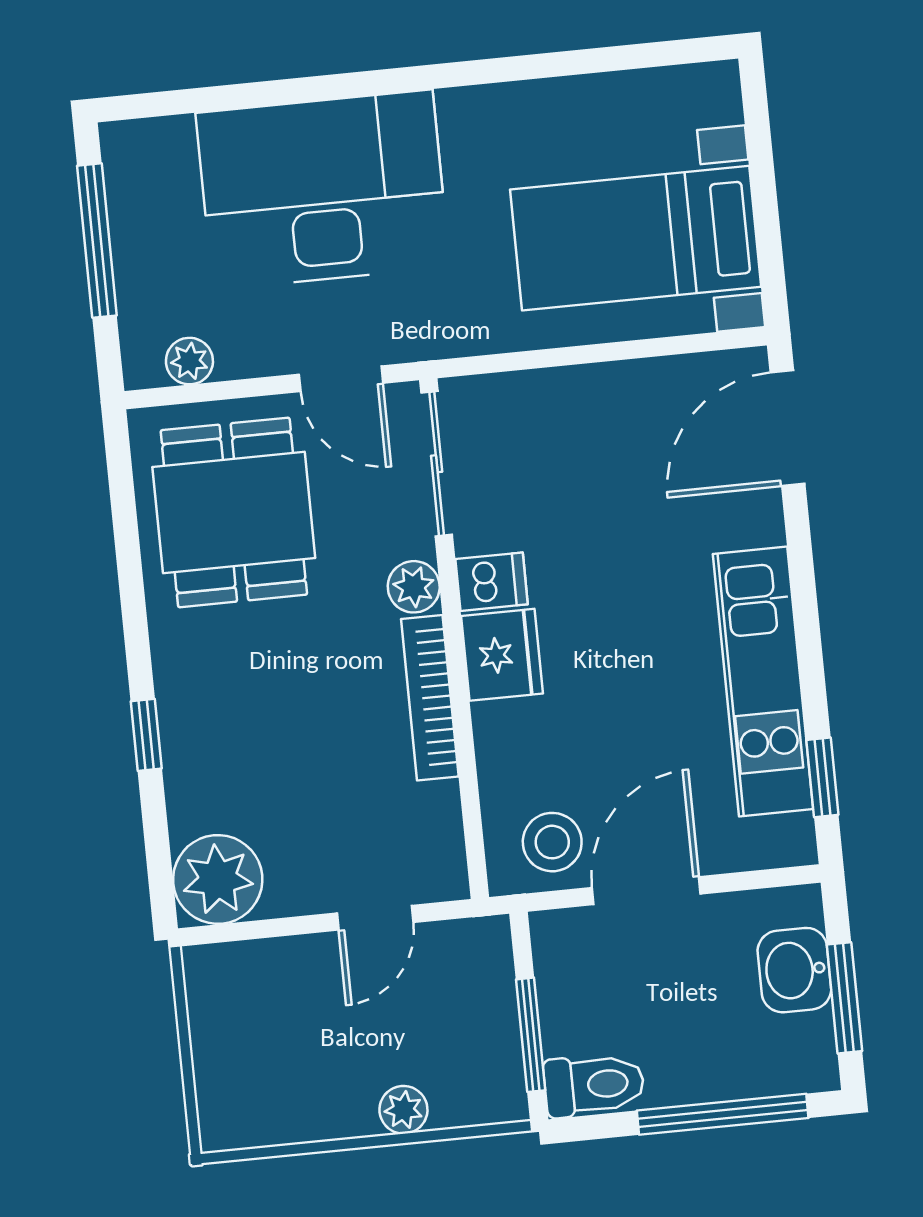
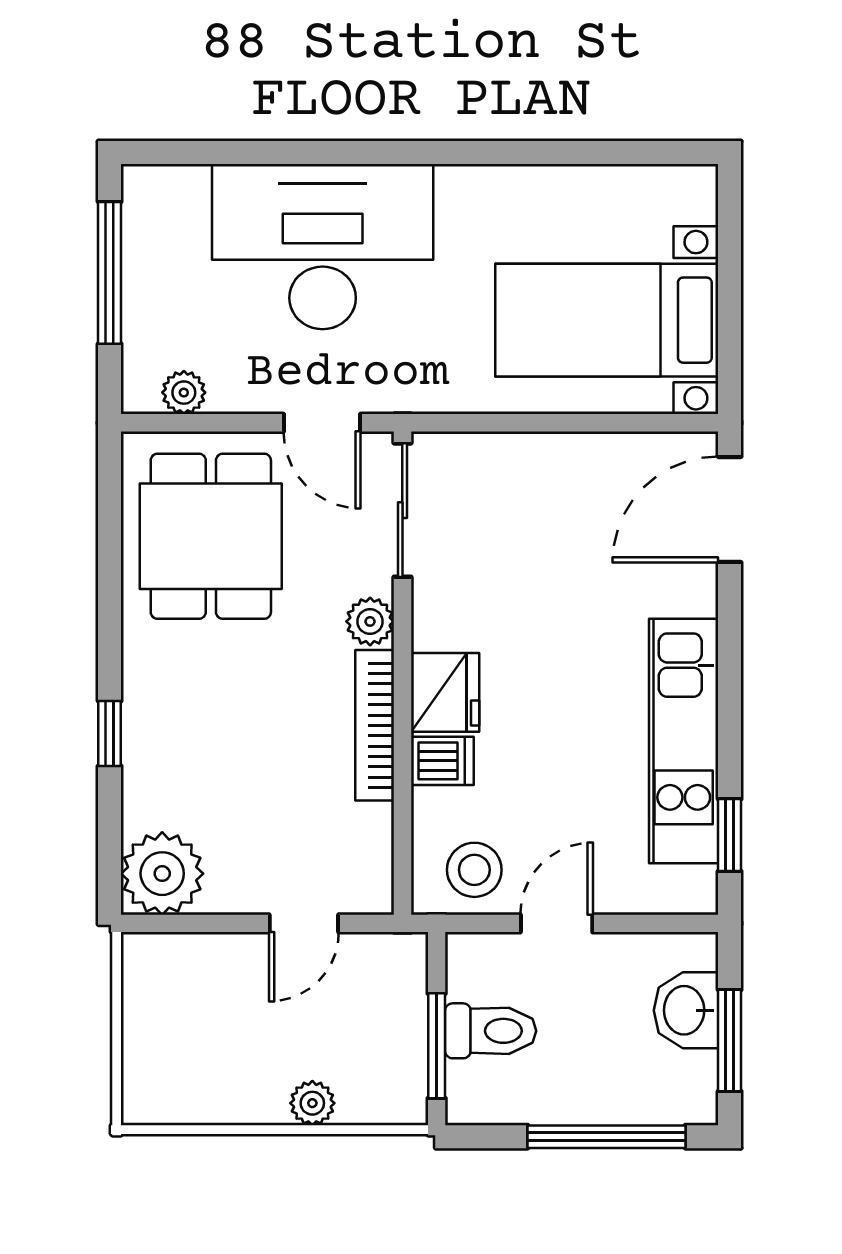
dishwasher: (492, 582) -> (442, 761), moved
door: (646, 891) -> (557, 923), width x0.73
toilet: (594, 1085) -> (491, 1031), moved

